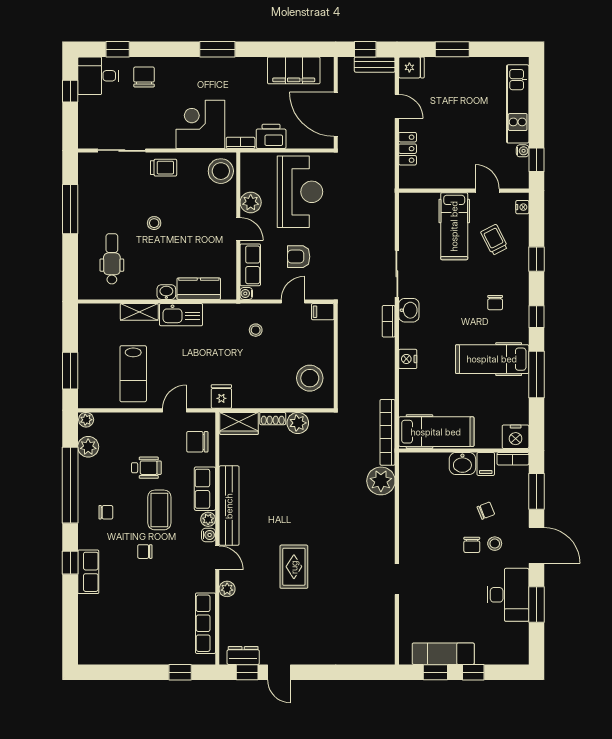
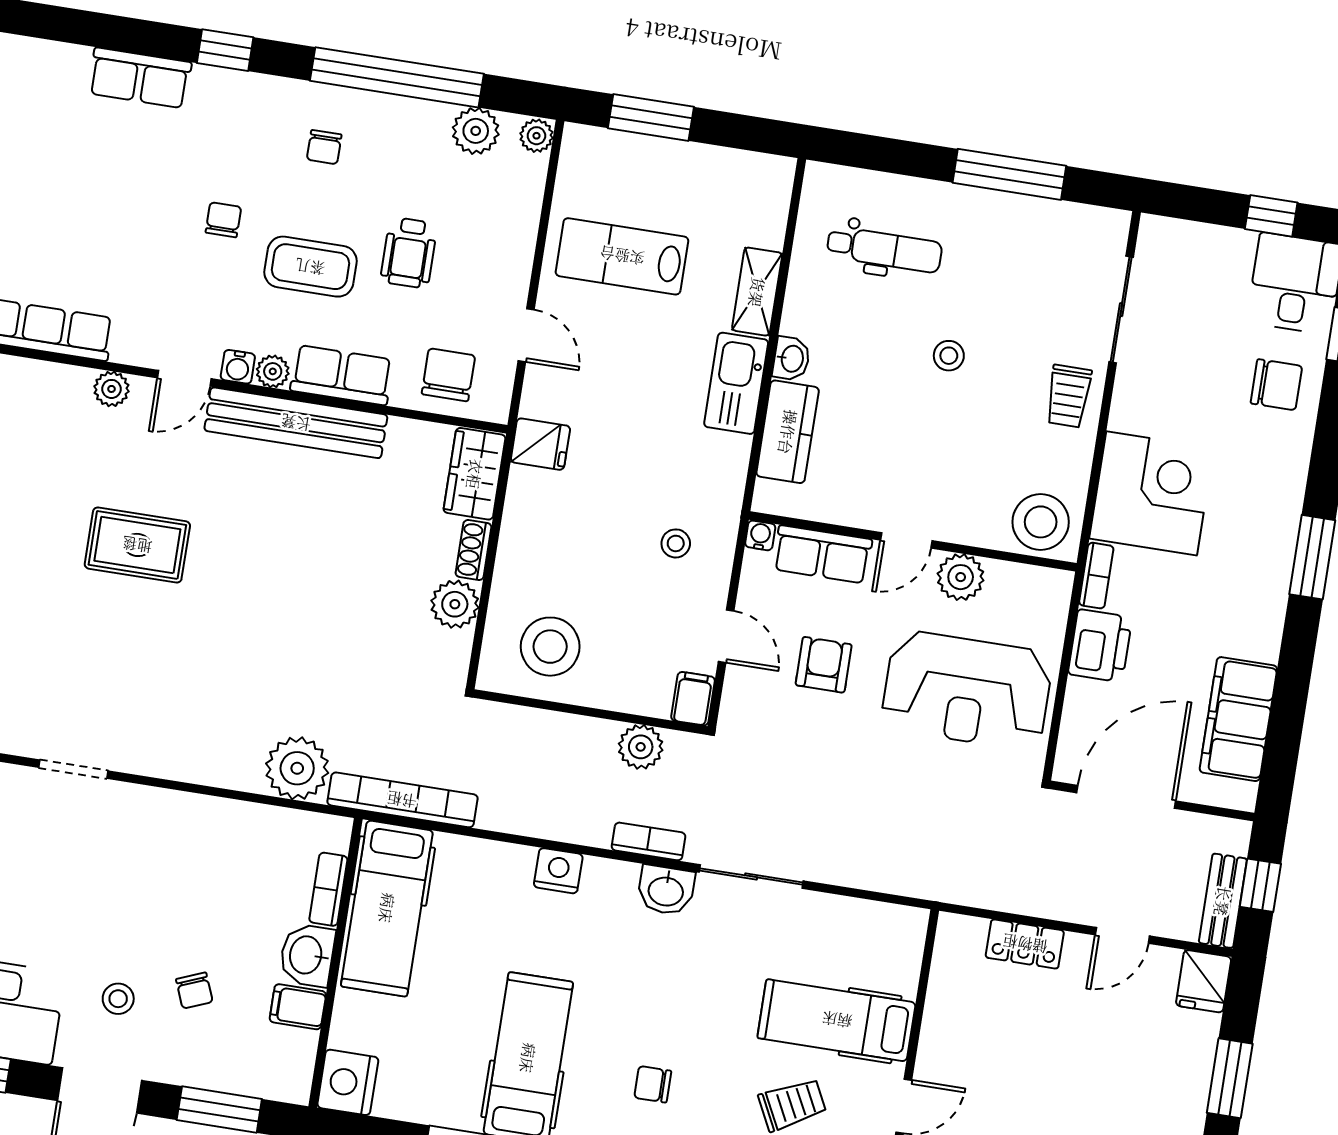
plant: (348, 331) -> (641, 747), added
bookcase: (513, 459) -> (328, 889), moved
chair: (472, 545) -> (123, 947), removed
row of seats: (88, 572) -> (140, 78), moved

